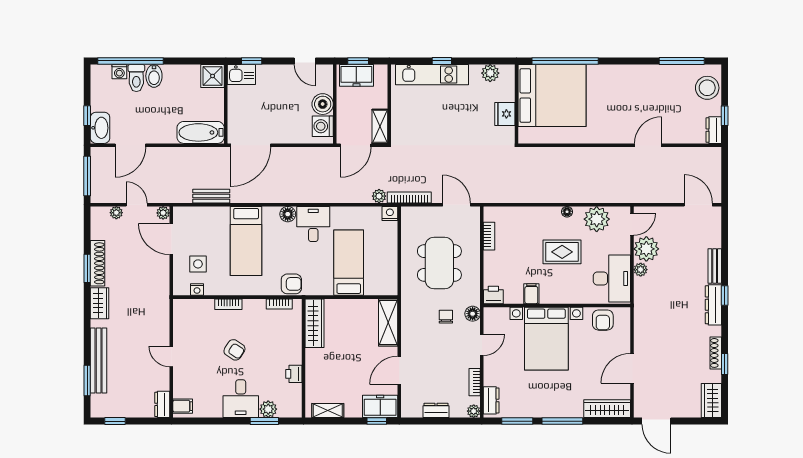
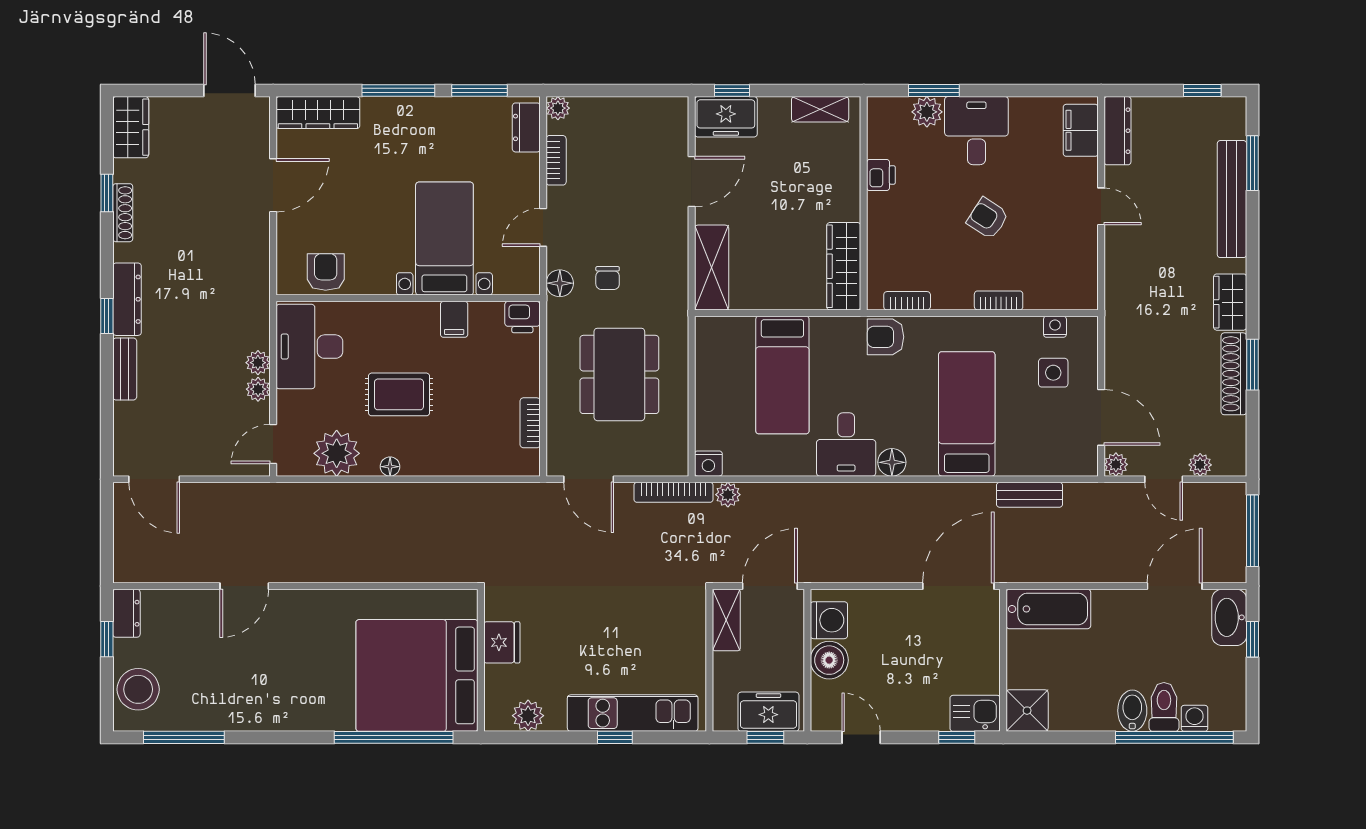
plant: (646, 249) -> (258, 389), width x0.53, depth x0.53
bed with nightstands: (546, 339) -> (444, 239), width x0.73
dresser: (162, 404) -> (1117, 131), width x1.44
filing cabinet: (183, 406) -> (1081, 130), width x2.00
dresser: (436, 410) -> (625, 110), removed

